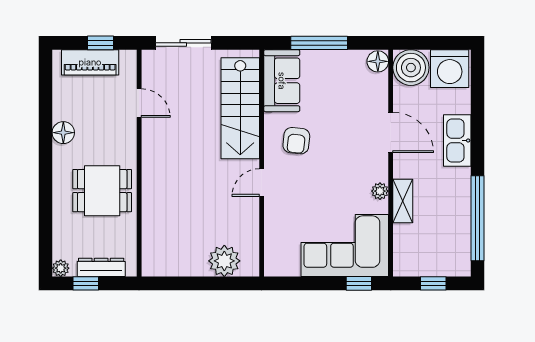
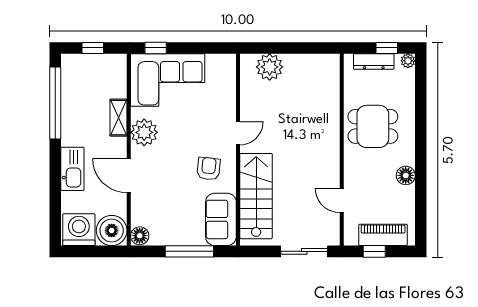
plant: (380, 191) -> (144, 132), width x1.88, depth x1.88

